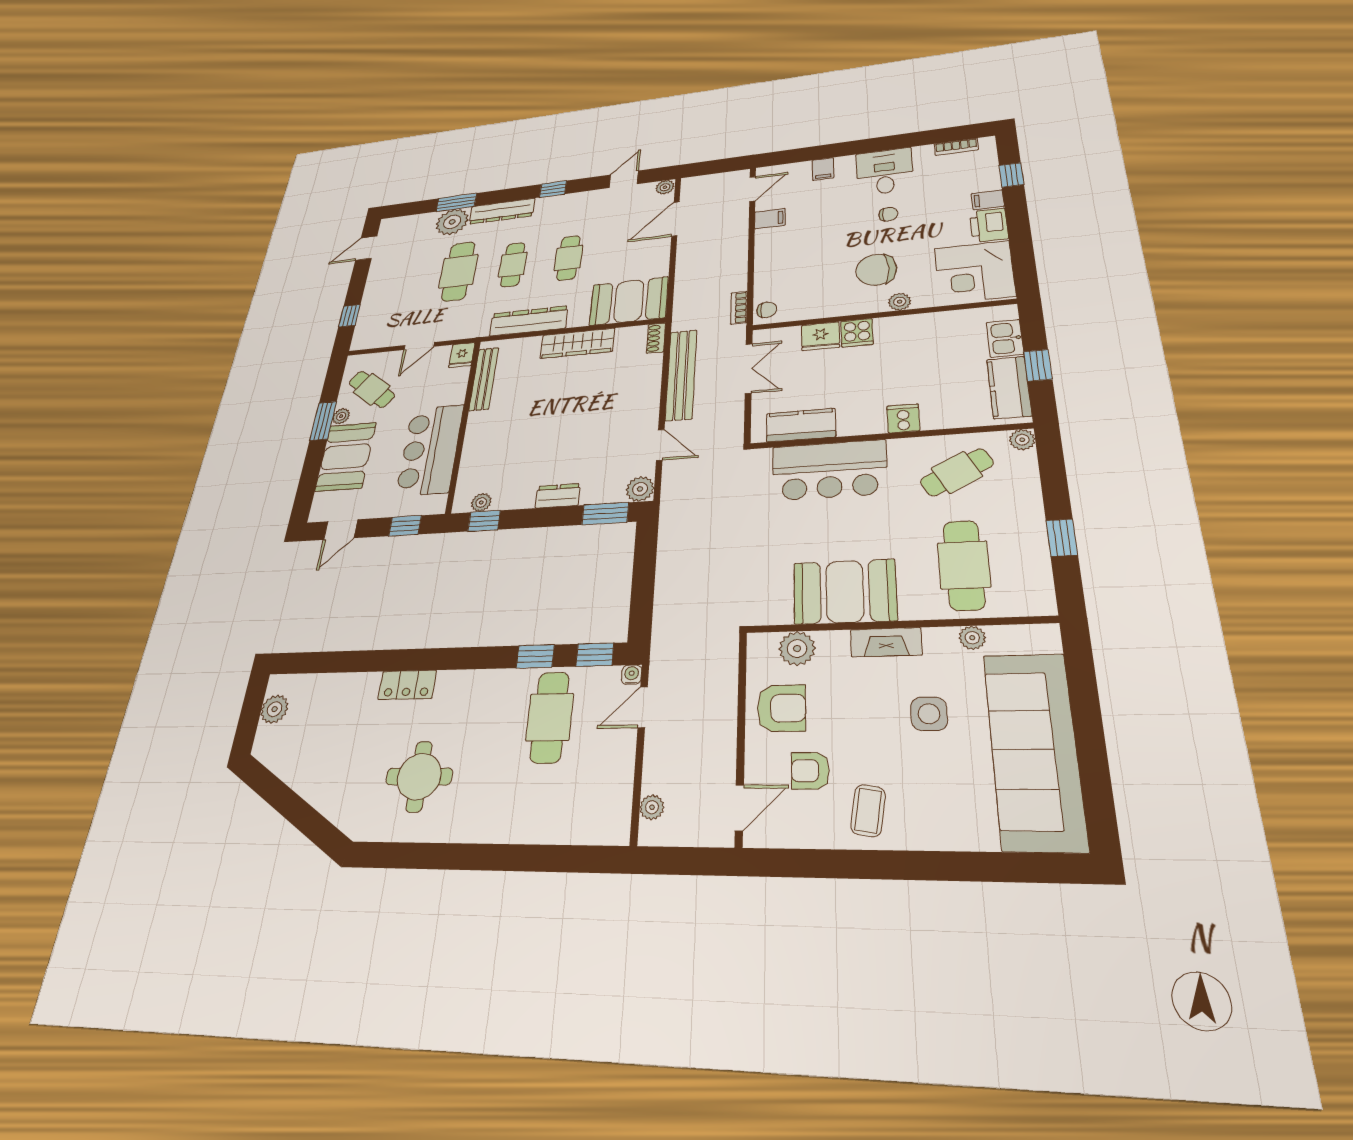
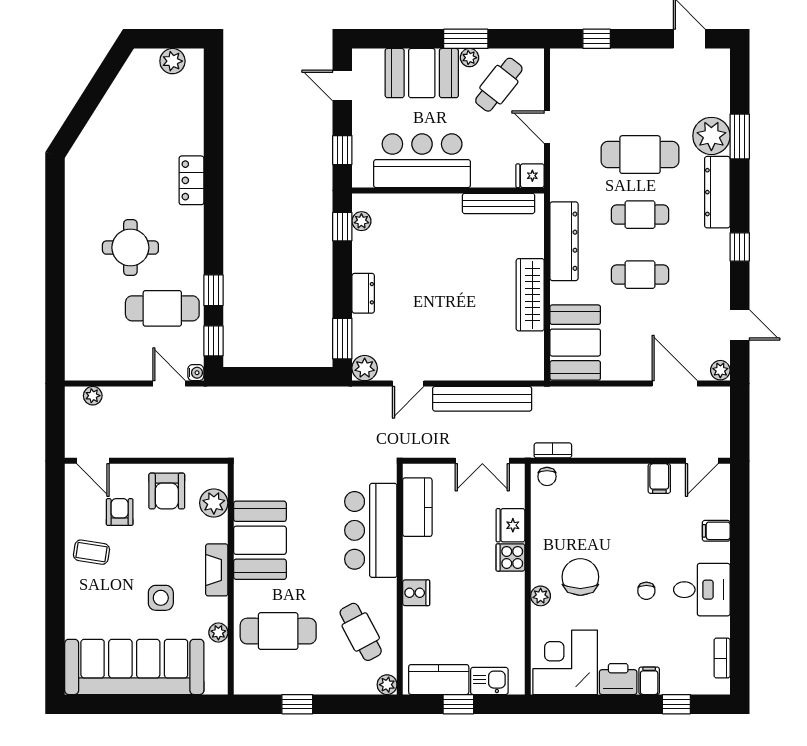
door: (752, 189) -> (702, 461), hinge flipped
shoe rack: (656, 338) -> (527, 372), removed
round table: (419, 777) -> (130, 248), moved

